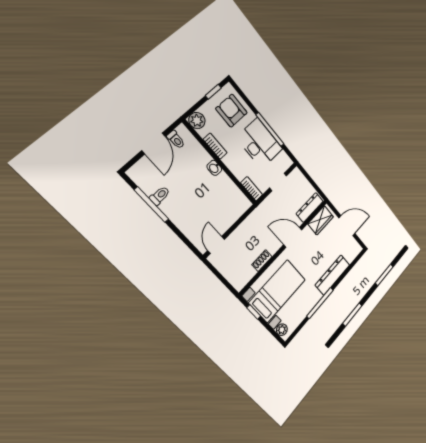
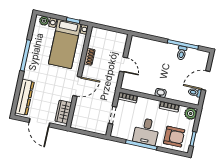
door: (154, 143) -> (206, 81), hinge flipped
desk: (260, 143) -> (146, 131), width x0.73
dresser: (310, 207) -> (78, 115), removed
door: (347, 226) -> (39, 123), hinge flipped
door: (216, 245) -> (124, 64), moved
dresser: (333, 275) -> (25, 97), moved

